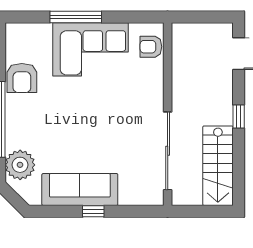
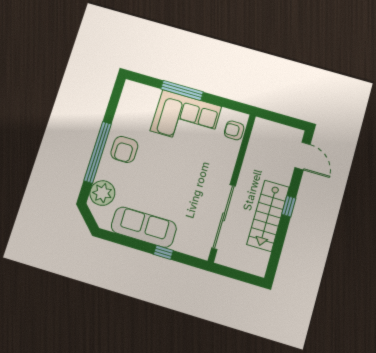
armchair: (22, 78) -> (124, 149), moved
stairs: (218, 166) -> (268, 216), moved
window: (93, 211) -> (163, 252), moved

